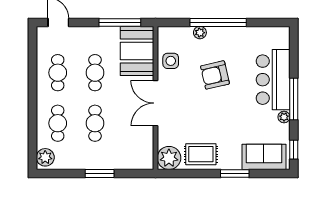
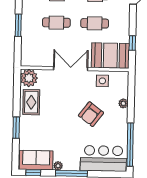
window: (120, 22) -> (132, 43), width x0.46
window: (218, 22) -> (130, 145), moved
armchair: (215, 75) -> (91, 114), turned -130
bar counter: (273, 80) -> (103, 158), moved
sofa: (264, 157) -> (36, 160), moved, turned -90

